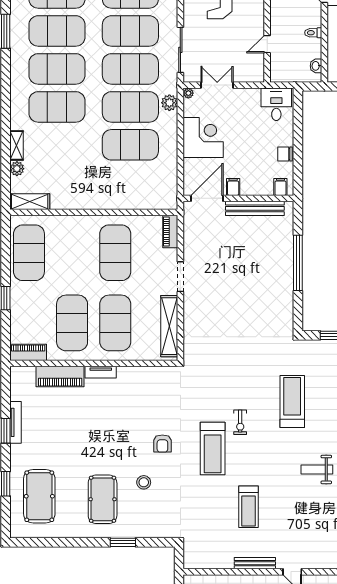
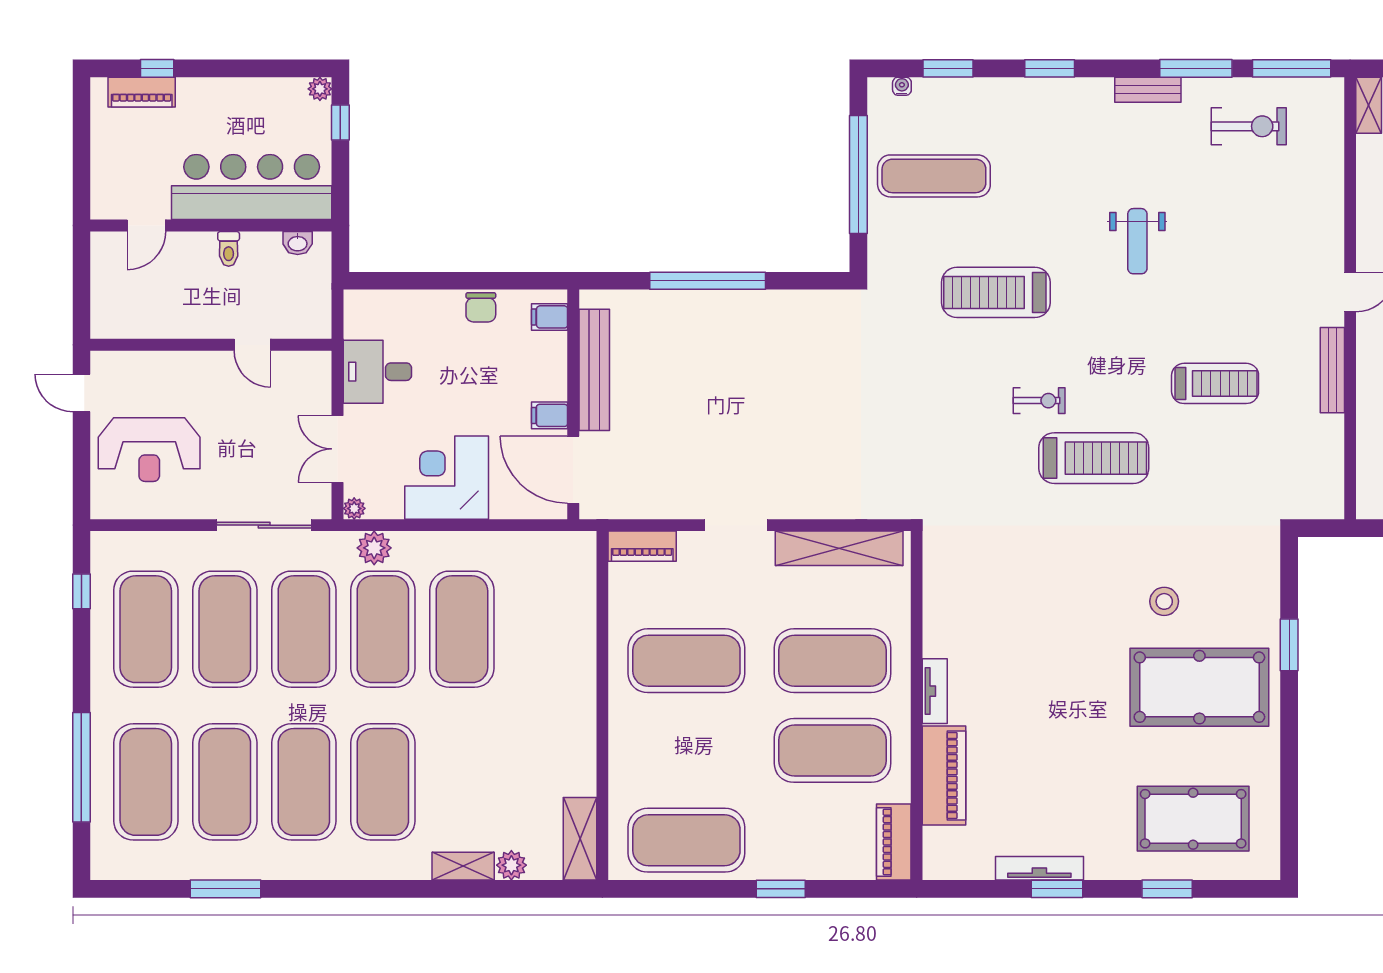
desk: (276, 104) -> (377, 372), moved
armchair: (162, 444) -> (1083, 563), removed
pool table: (103, 499) -> (1199, 687), width x1.36, depth x1.32

